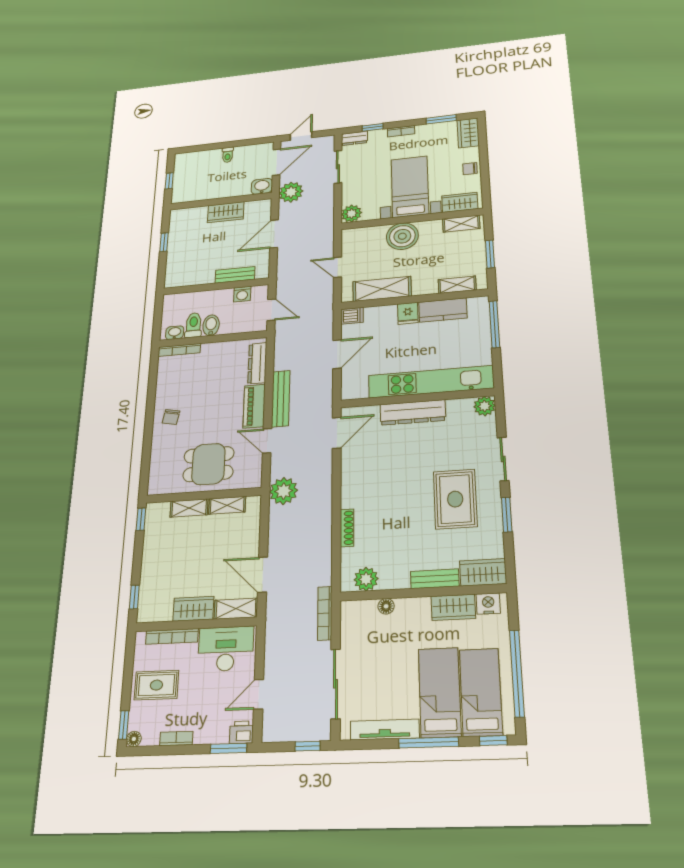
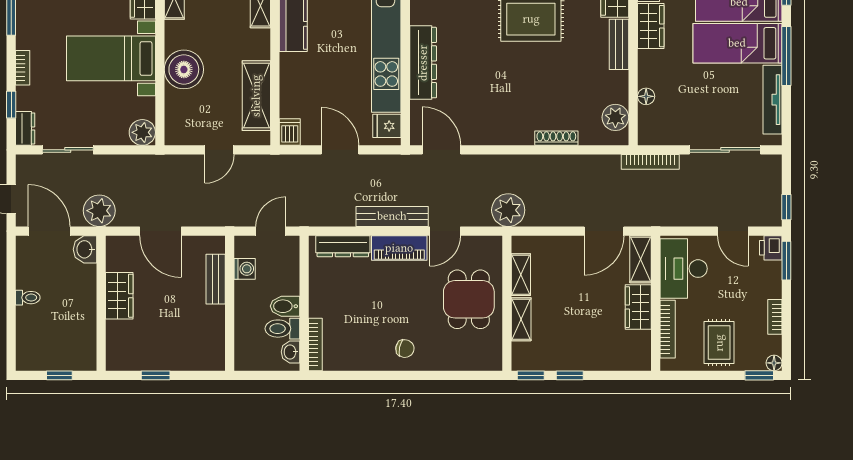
fridge: (408, 313) -> (387, 126), moved, turned 180
window: (134, 597) -> (570, 375), moved
window: (308, 746) -> (786, 207), moved

